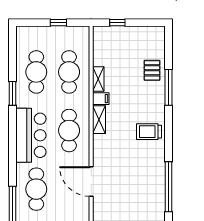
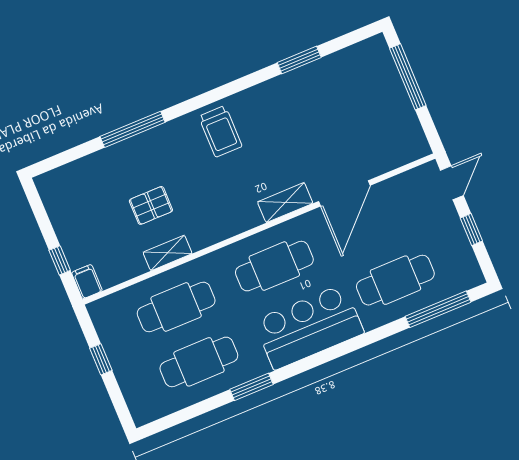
pallet: (152, 70) -> (151, 205), moved
filing cabinet: (101, 99) -> (87, 282), moved
shelving: (99, 120) -> (285, 203), moved
window: (168, 187) -> (299, 60), width x0.47

